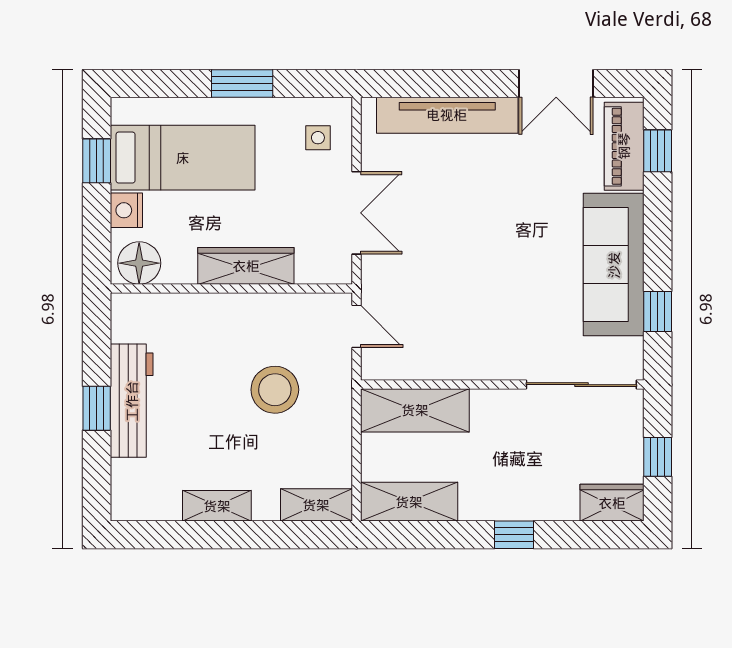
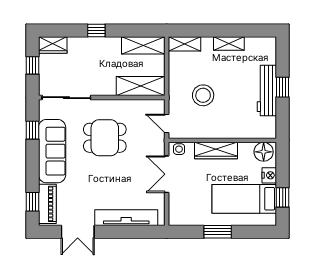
double door: (556, 83) -> (78, 232), swing flipped
side table: (318, 138) -> (179, 149), moved
dining table: (495, 294) -> (105, 138), added

